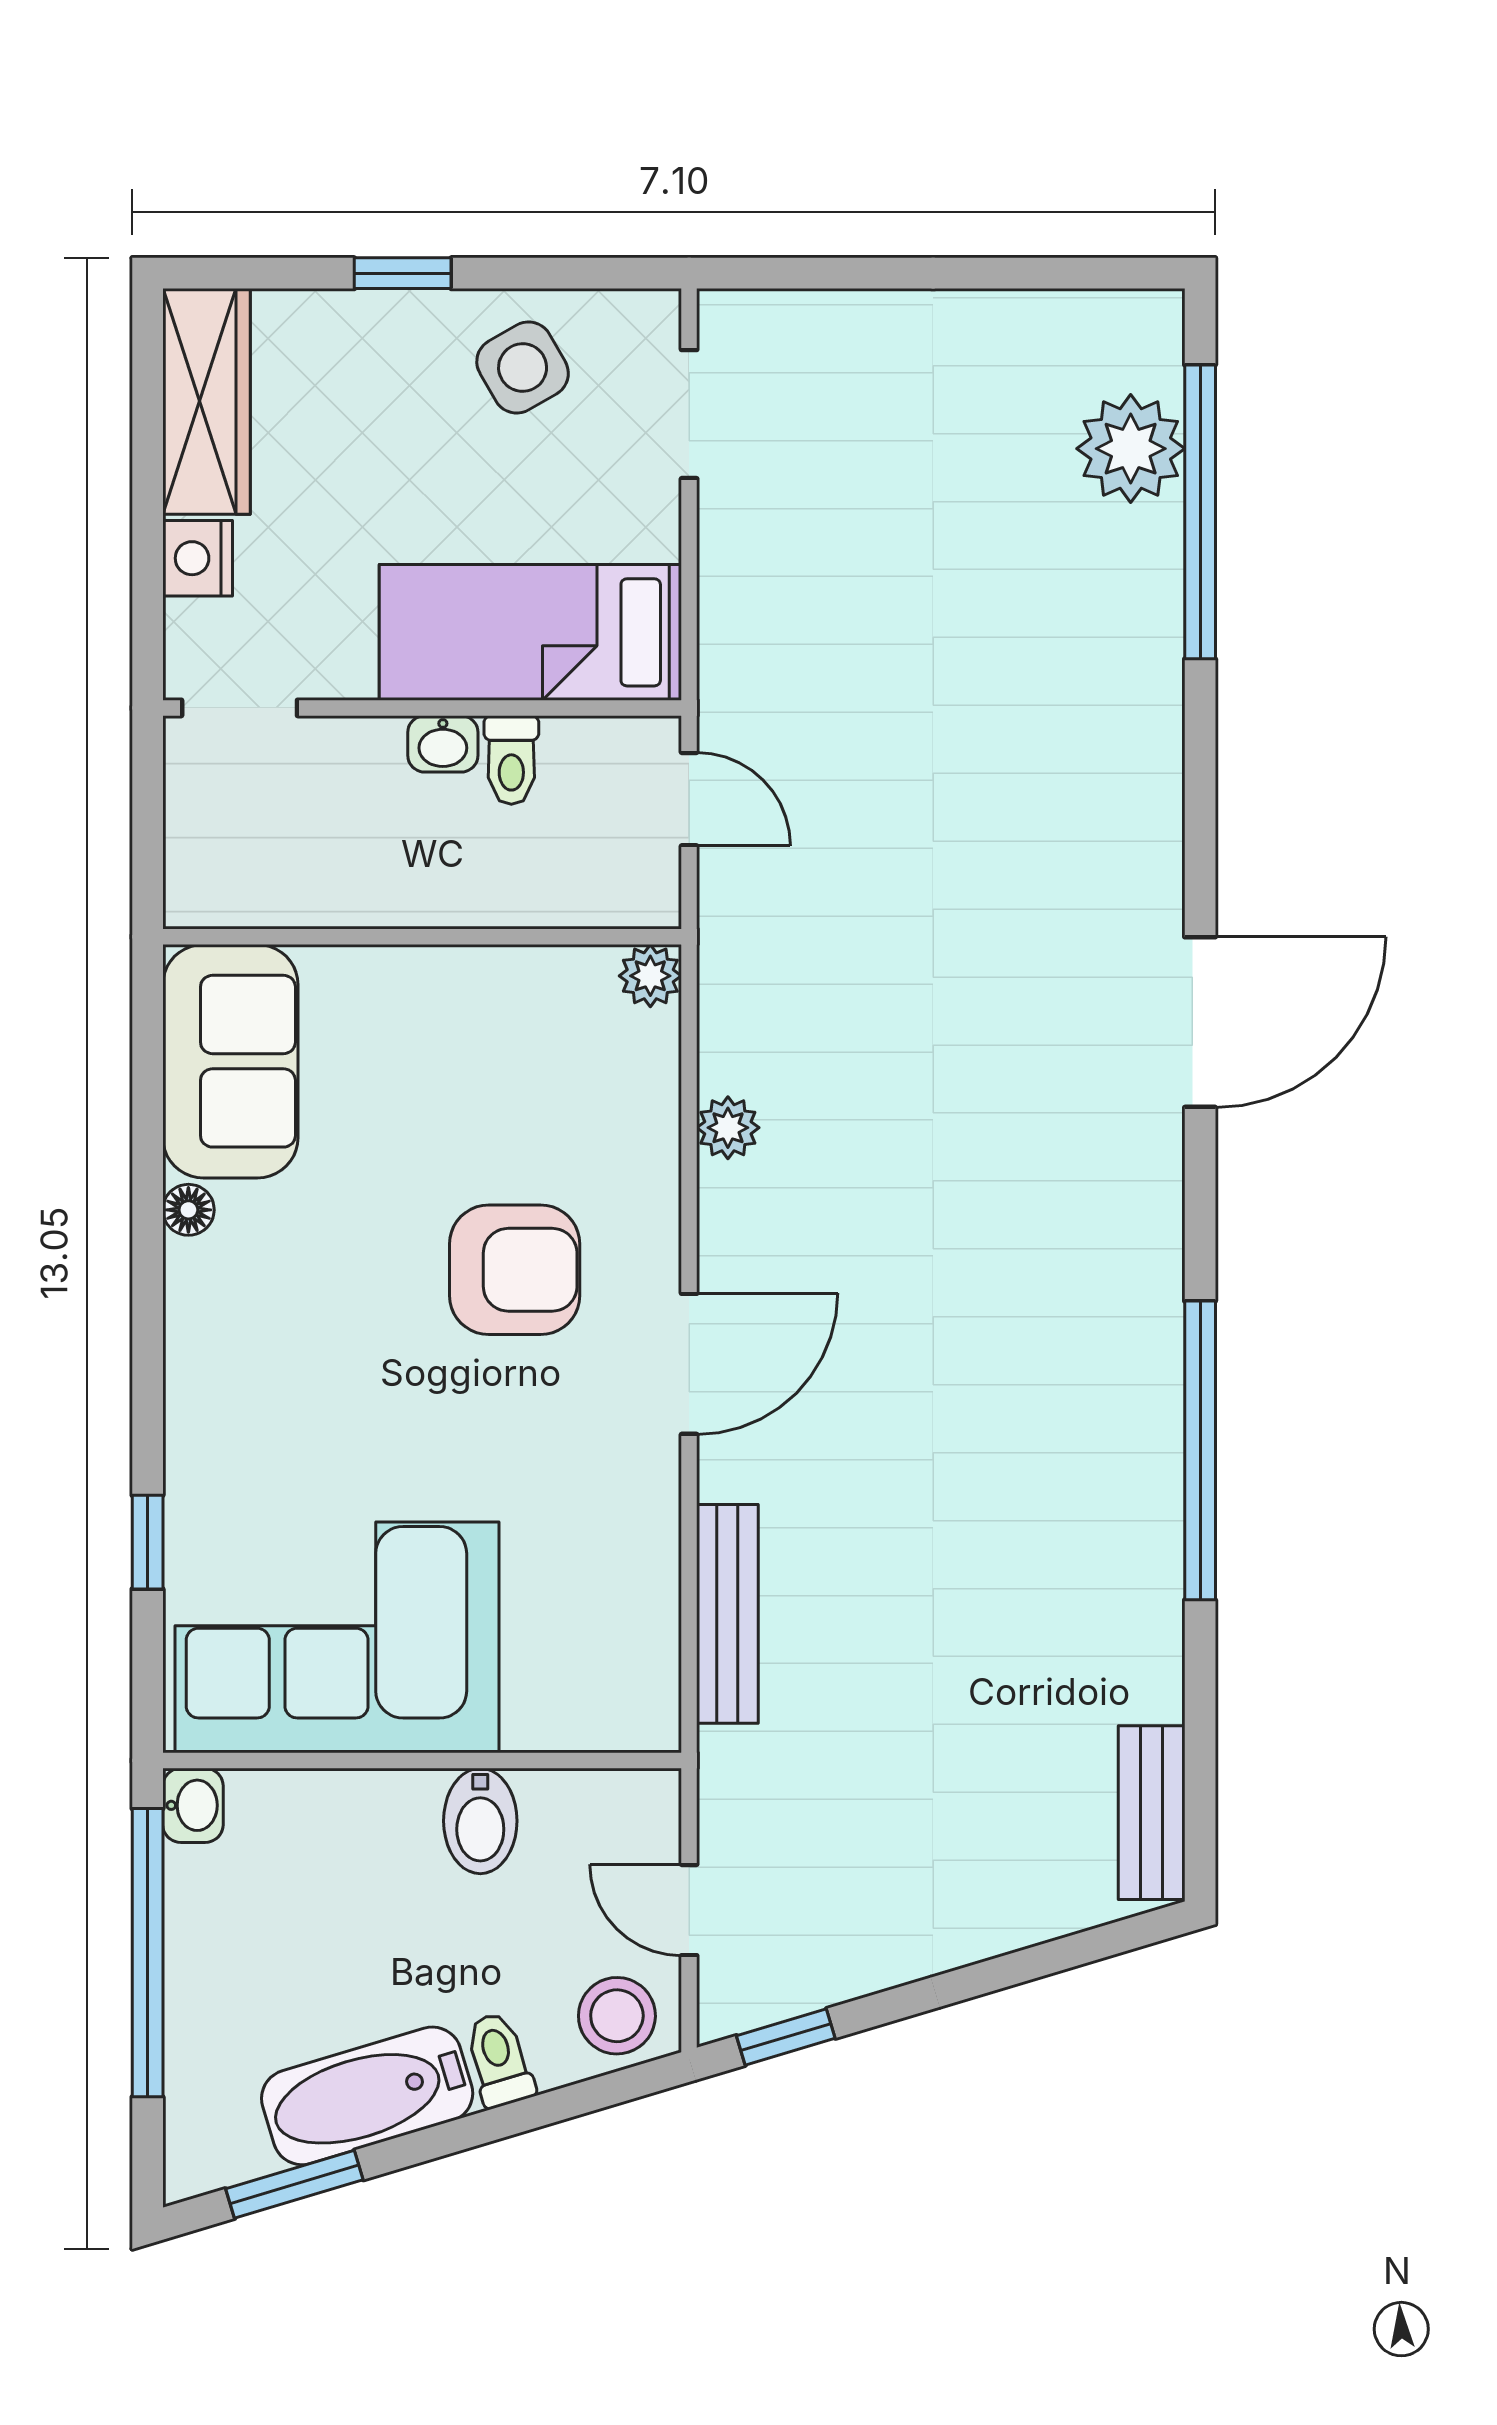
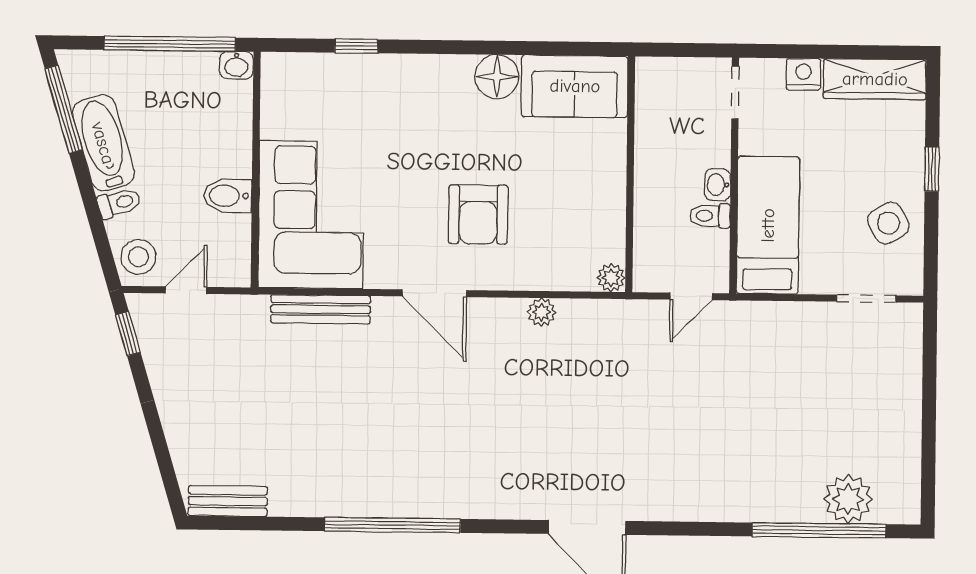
floor lamp: (188, 1210) -> (497, 77), width x1.89, depth x1.89
corner sofa: (337, 1637) -> (311, 215), moved
window: (294, 2184) -> (64, 109), width x1.44

